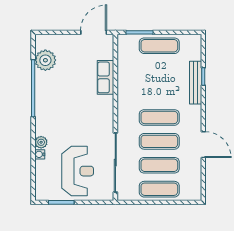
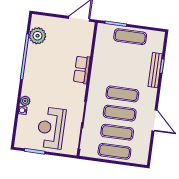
row of seats: (105, 77) -> (82, 70), moved
reception desk: (78, 171) -> (51, 128), turned 180

